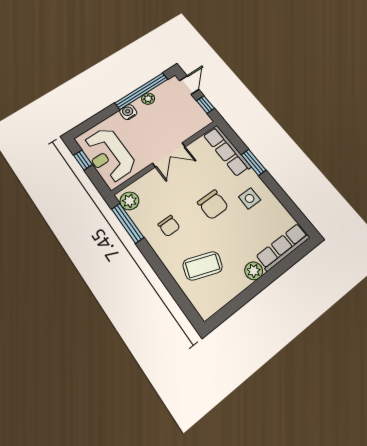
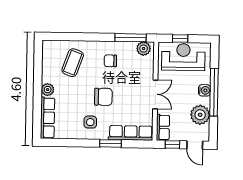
window: (142, 91) -> (214, 92), moved
plant: (148, 99) -> (200, 115), width x1.88, depth x1.88
row of seats: (196, 125) -> (163, 127), added
double door: (169, 155) -> (155, 94), swing flipped
window: (83, 160) -> (180, 39), moved
chair: (213, 205) -> (103, 97), turned 180

